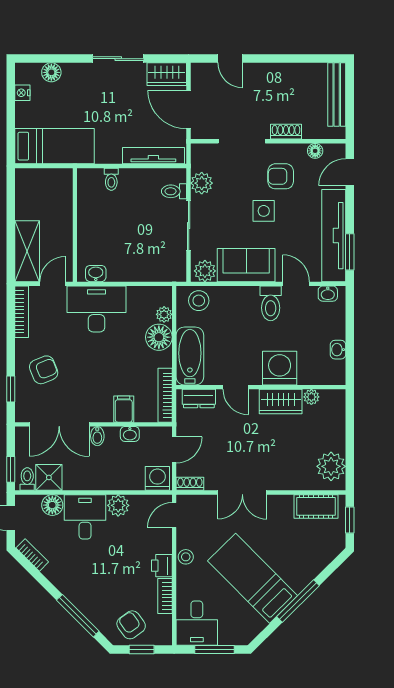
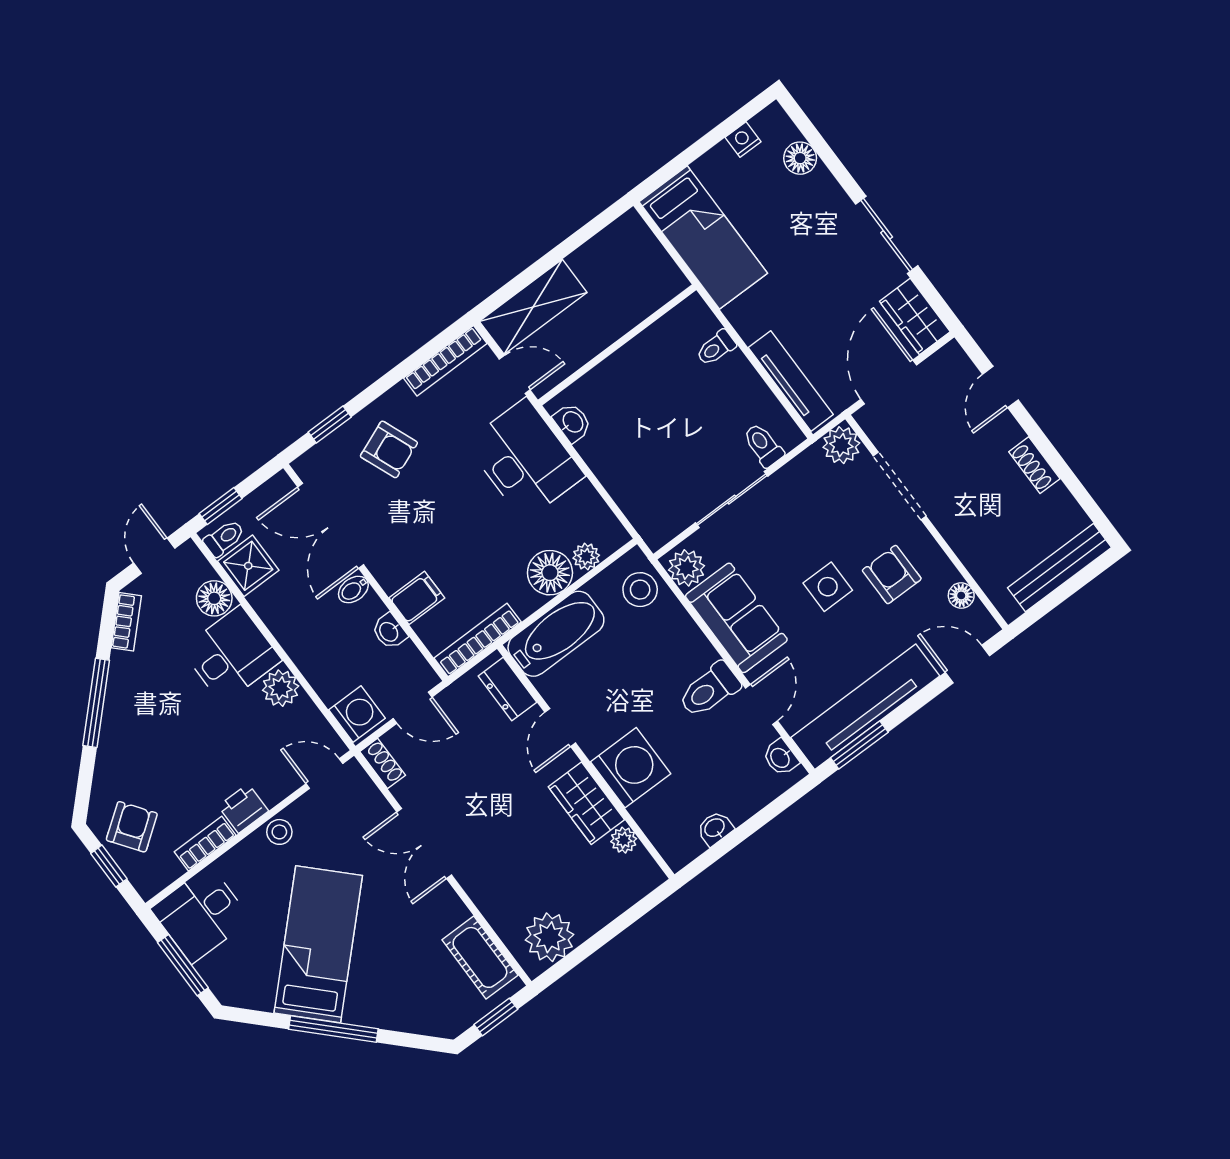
shoe rack: (286, 132) -> (1034, 465), moved, turned 180
plant: (202, 183) -> (841, 445), moved
window: (78, 616) -> (96, 703), moved

